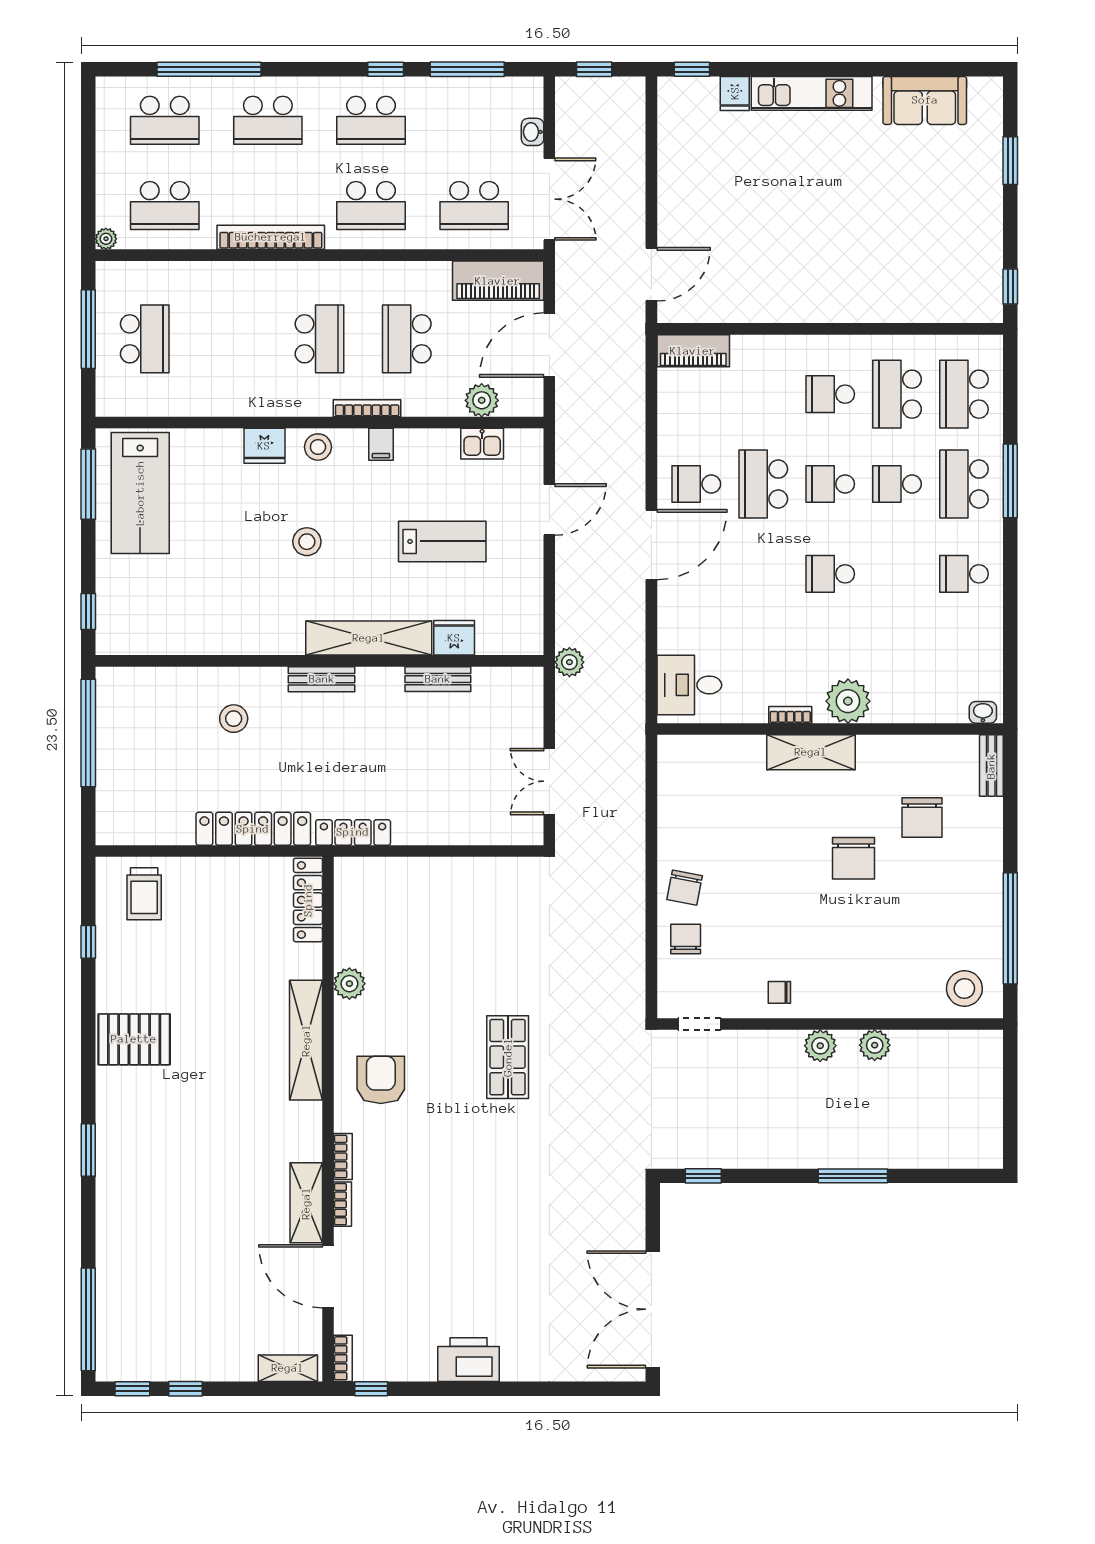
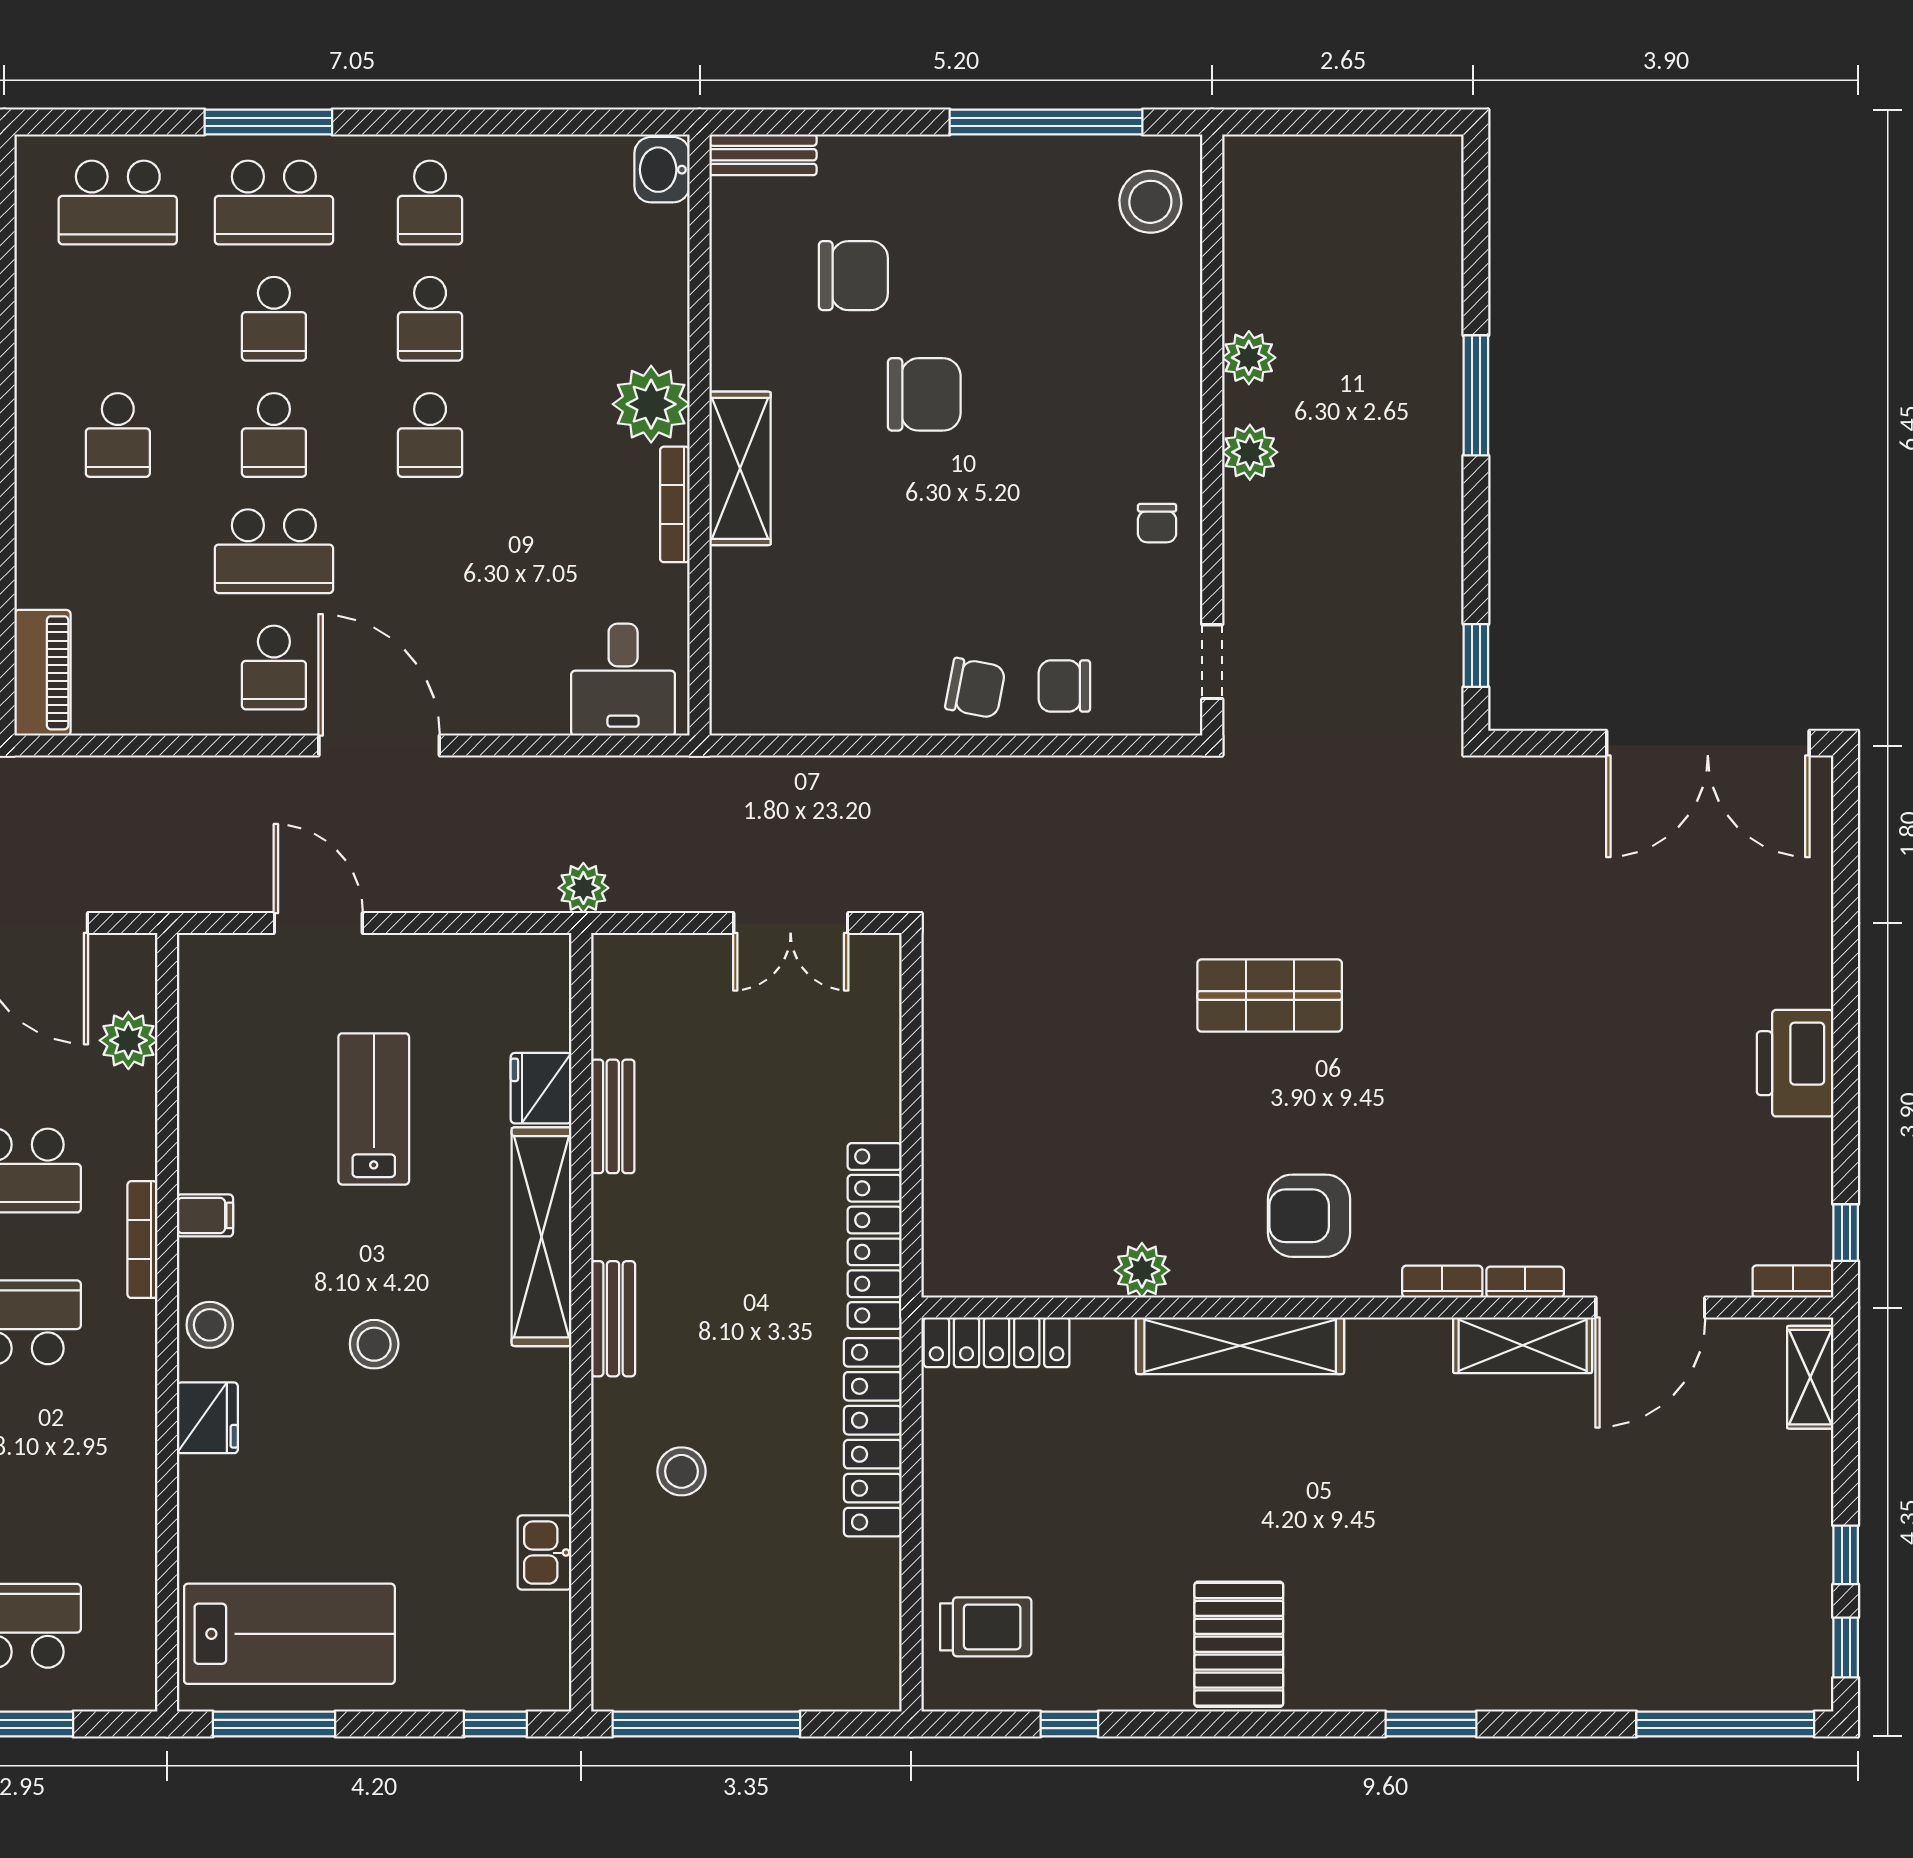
school desk: (897, 394) -> (430, 319), moved, width x0.54
kitchen sink: (482, 444) -> (544, 1553), moved, turned 180
washbasin: (983, 712) -> (662, 170), width x1.38, depth x1.45
bookcase: (790, 715) -> (675, 504), width x1.56
locker: (353, 832) -> (875, 1236), width x1.41, depth x1.21

